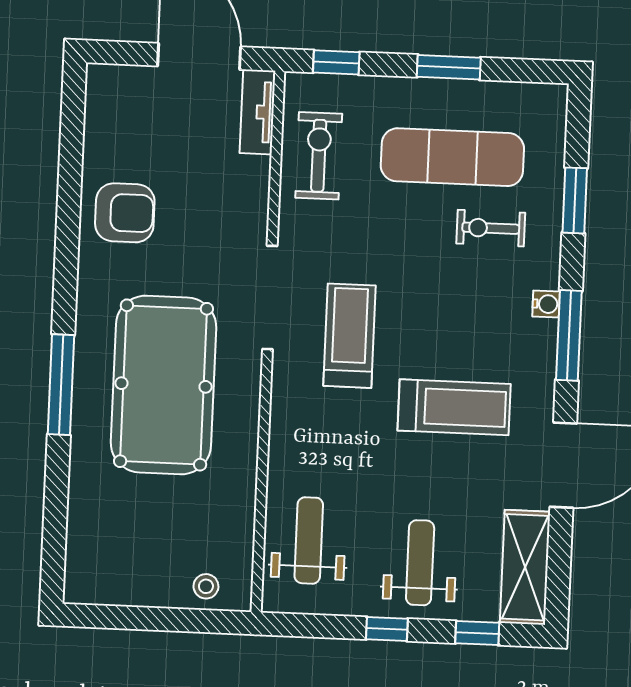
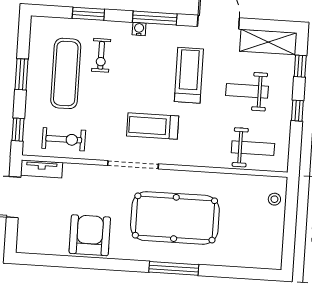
exercise bike: (319, 156) -> (64, 139), turned 180
armchair: (125, 213) -> (90, 235), width x1.36, depth x1.36
weight bench: (309, 540) -> (253, 148), turned 180
weight bench: (420, 563) -> (247, 91), moved

